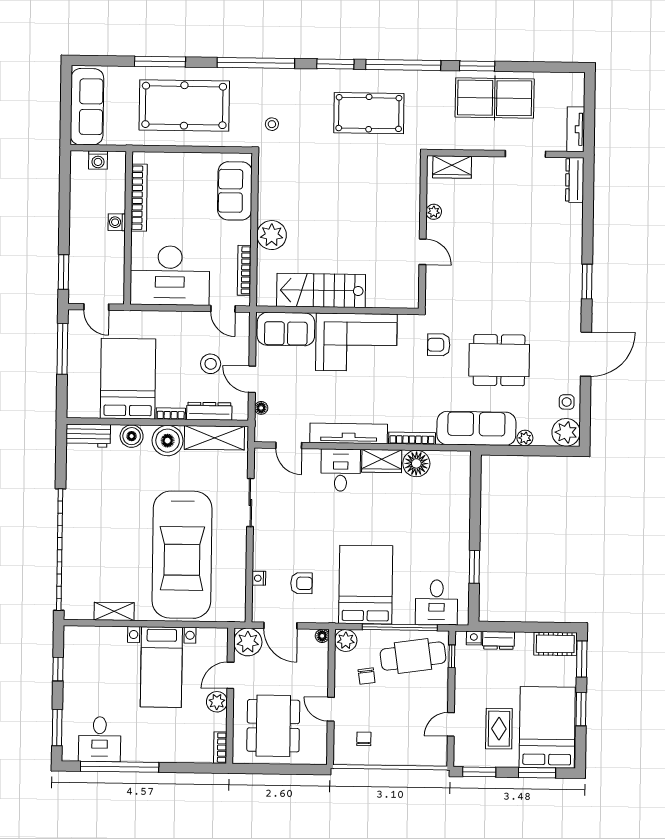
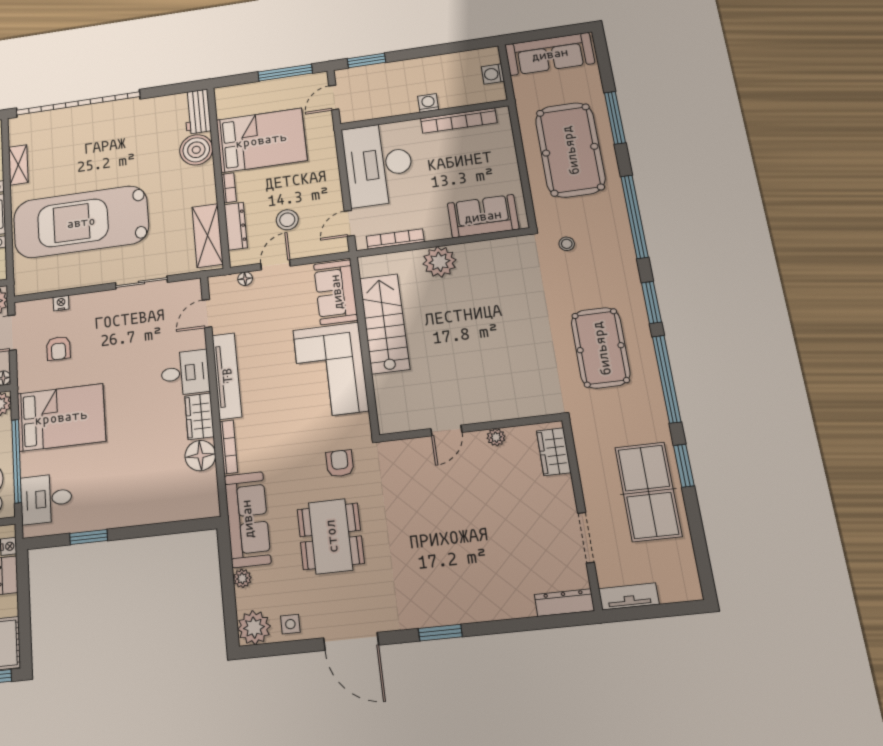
boiler: (132, 436) -> (196, 150), width x1.37, depth x1.37
boiler: (168, 441) -> (200, 189), removed

